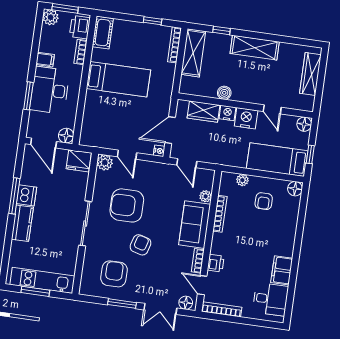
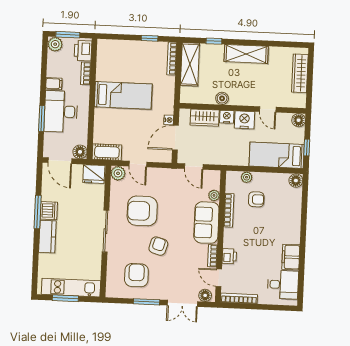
cot: (103, 33) -> (107, 152), moved, turned 90
nightstand: (159, 151) -> (169, 120), moved
armchair: (264, 201) -> (256, 199), moved, turned -90

